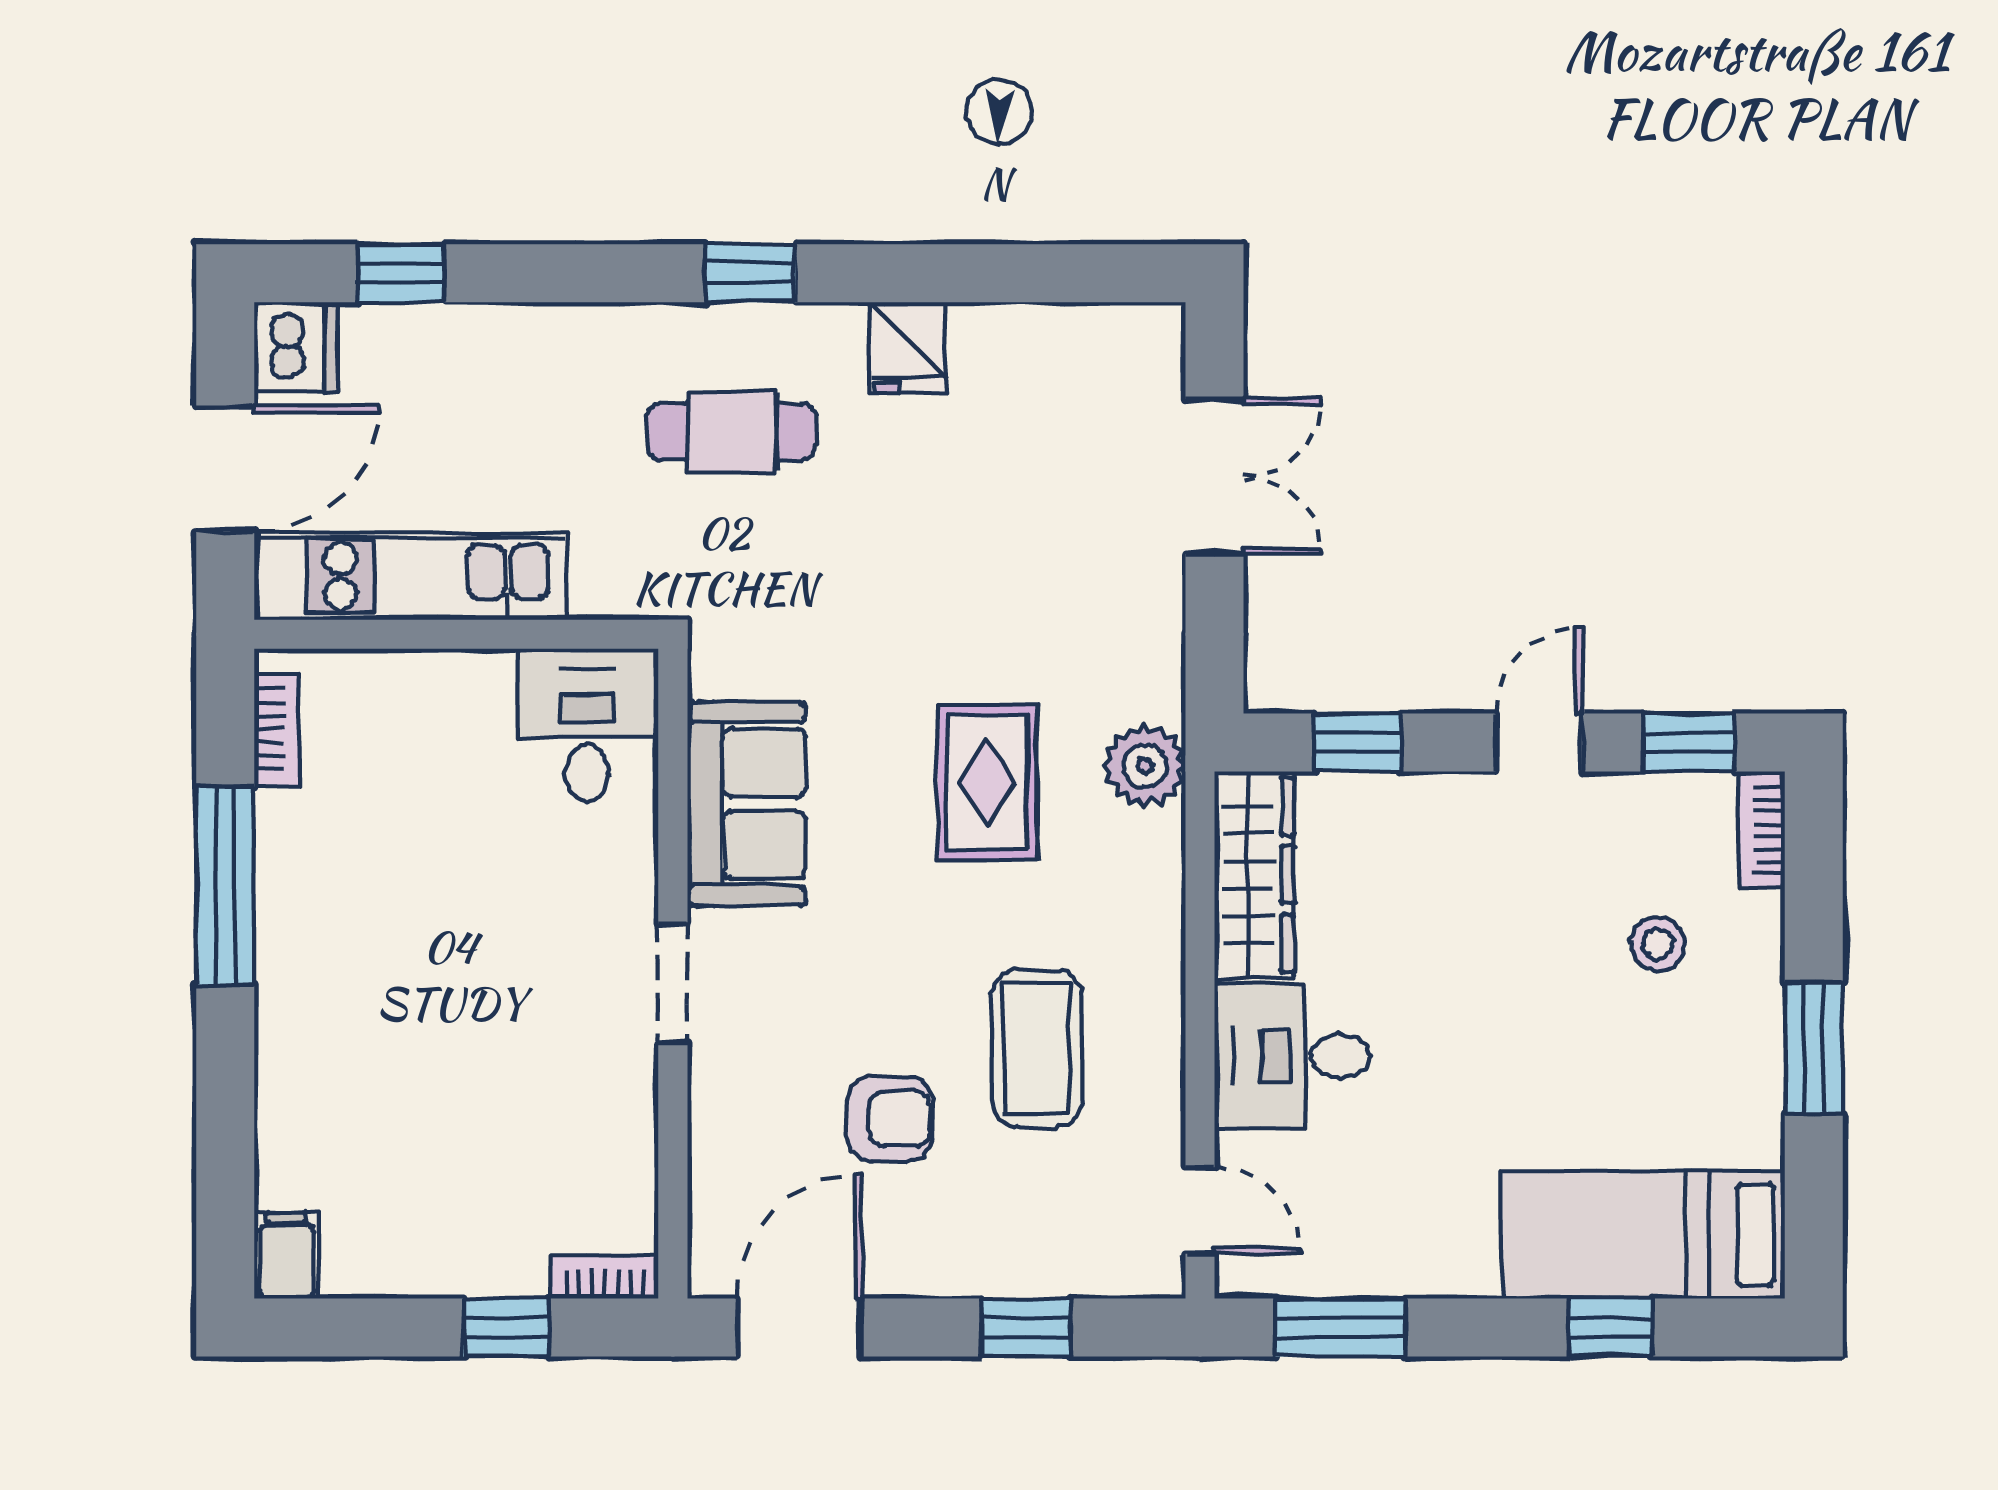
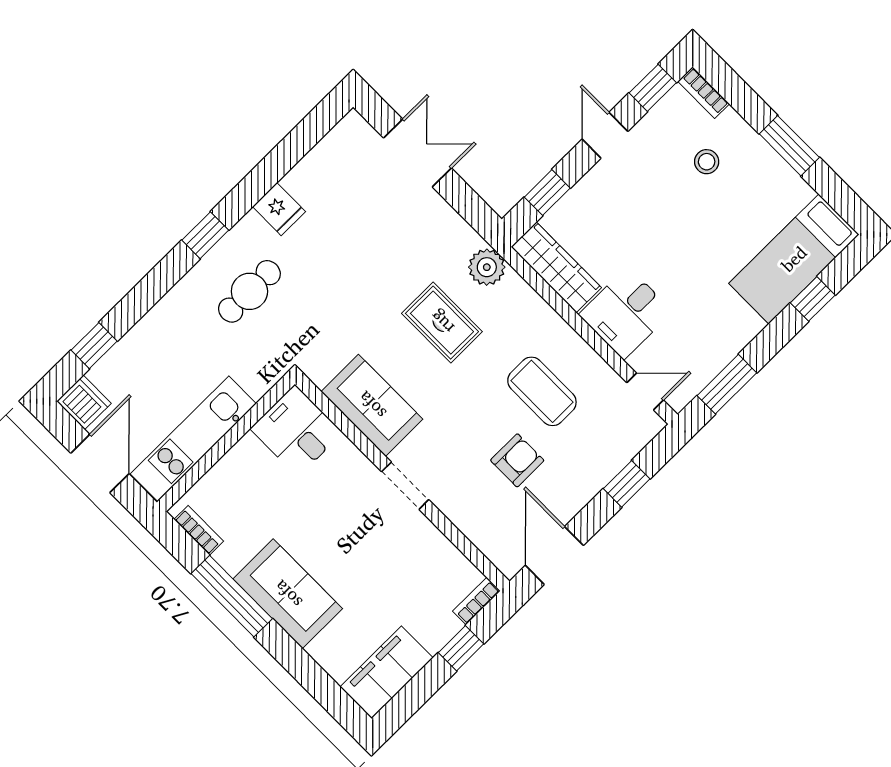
sofa: (318, 969) -> (288, 594), added
filing cabinet: (286, 1256) -> (387, 672), width x3.00, depth x1.17

